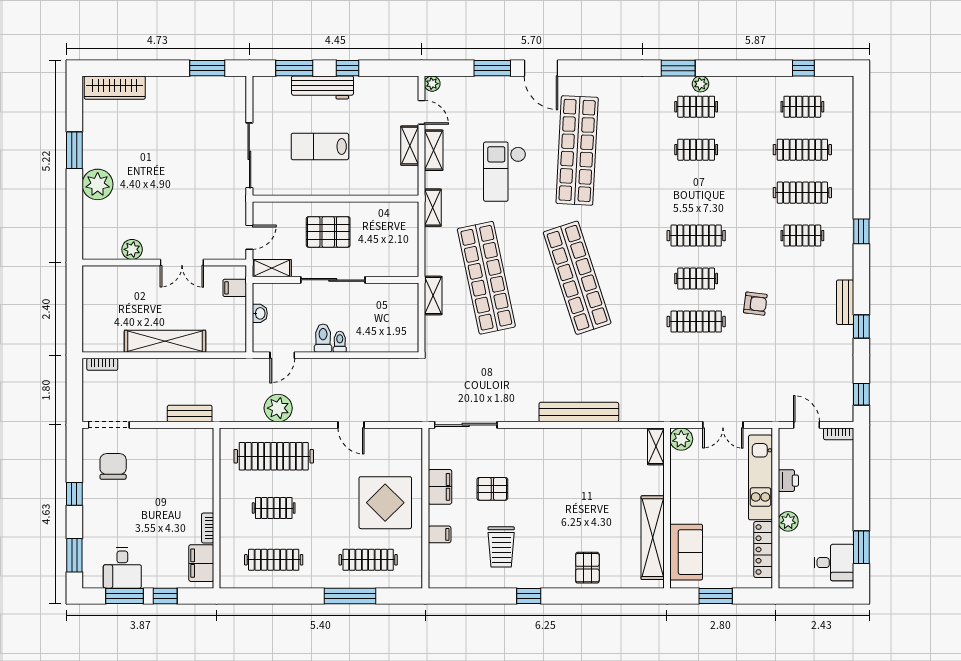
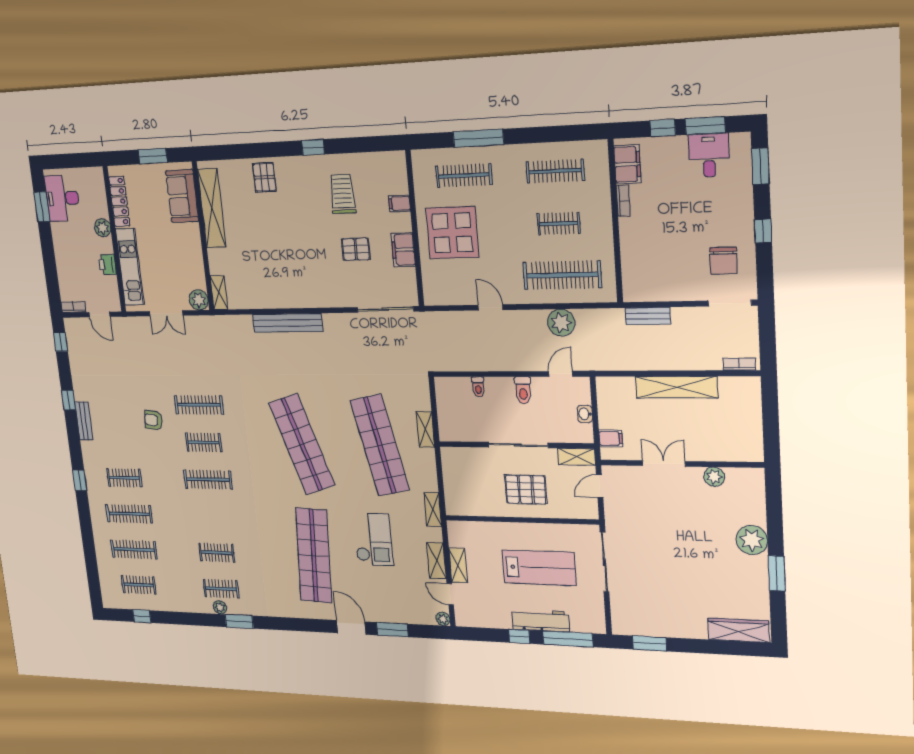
window: (294, 68) -> (568, 639), width x1.44
lab bench: (320, 146) -> (539, 568), width x1.36, depth x1.39
toilet: (340, 342) -> (478, 387), moved
double door: (723, 425) -> (166, 313), swing flipped
desk: (834, 563) -> (62, 198), width x1.37

